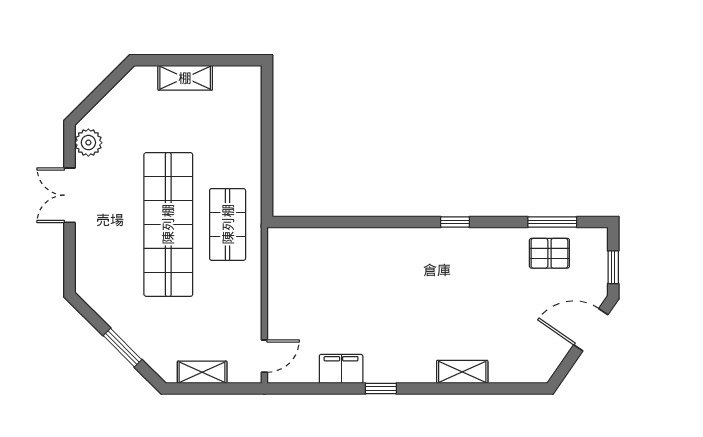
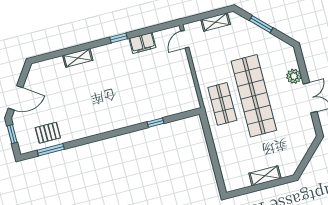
plant: (88, 143) -> (294, 76), moved
window: (455, 222) -> (155, 123), moved

